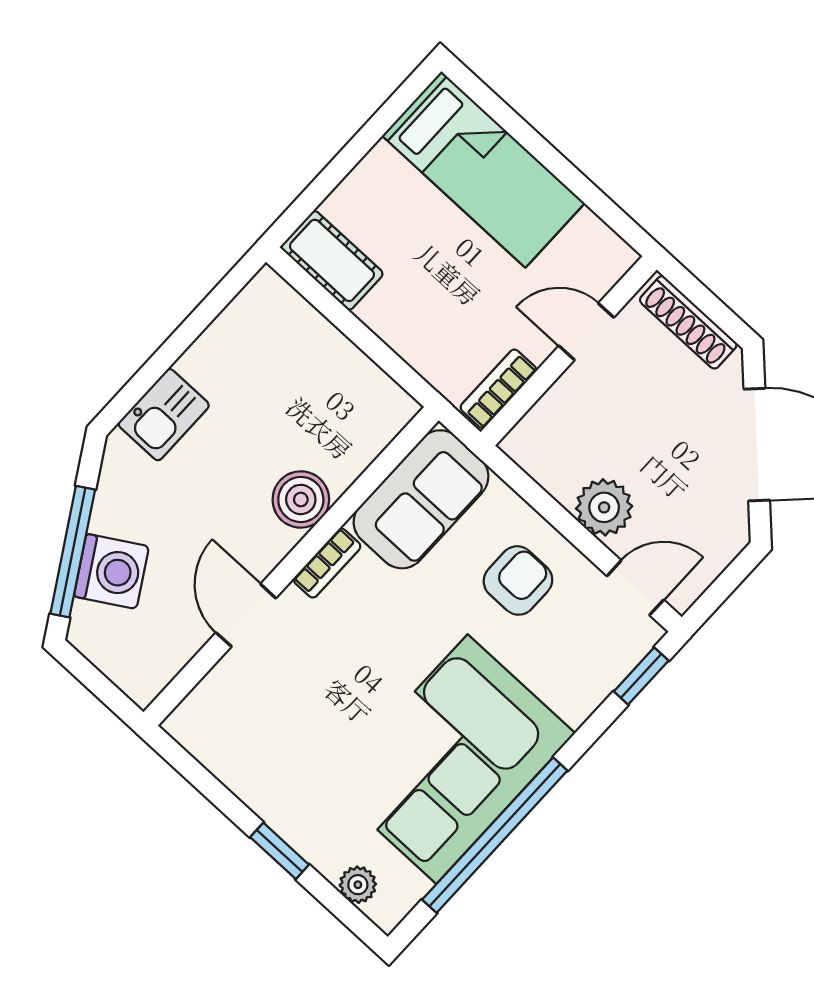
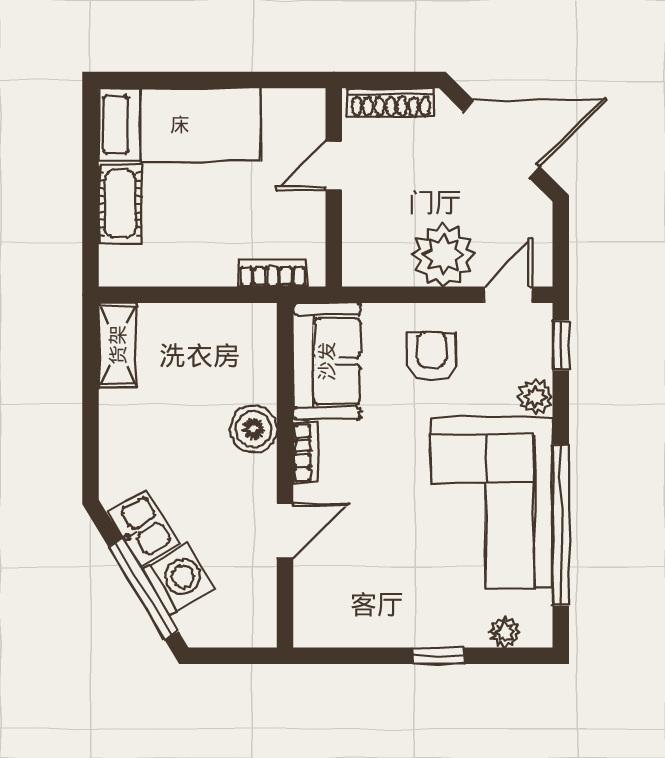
cot: (332, 260) -> (120, 204), moved, turned 90
shelving: (249, 315) -> (118, 345), added
bookcase: (498, 389) -> (273, 273), moved, turned 90
kitchen sink: (164, 415) -> (143, 528), moved, turned -31
plant: (604, 507) -> (443, 255), width x1.36, depth x1.36
door: (246, 615) -> (285, 531), swing flipped
plant: (577, 701) -> (535, 397), added

